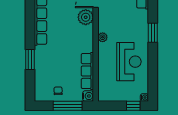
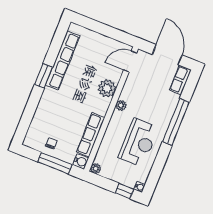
plant: (86, 17) -> (107, 88), moved
window: (153, 33) -> (176, 122), width x2.11
window: (30, 60) -> (44, 76), moved
plant: (102, 97) -> (96, 168), added

